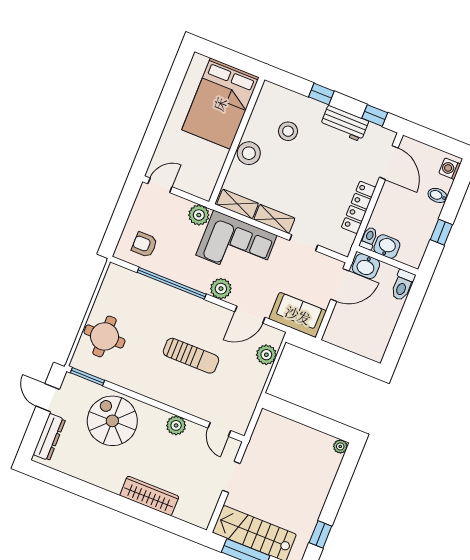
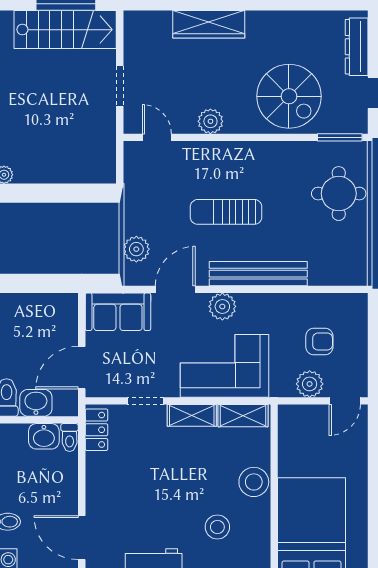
locker: (359, 207) -> (96, 430), moved, width x0.66
plant: (199, 215) -> (310, 384), moved
armchair: (144, 245) -> (319, 342), moved
washbasin: (366, 266) -> (36, 403), moved
window: (172, 283) -> (284, 289), removed
bench: (186, 302) -> (258, 274), added

